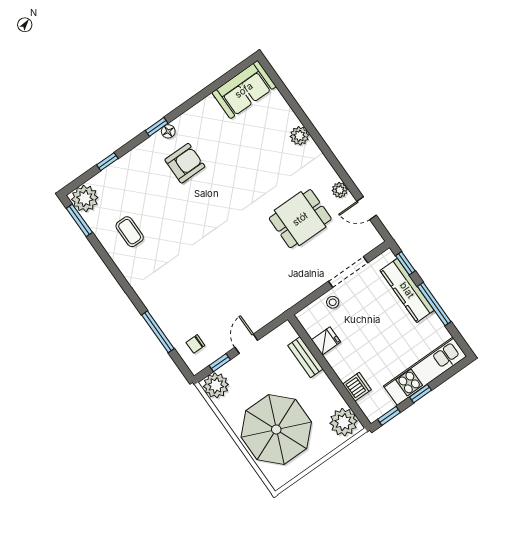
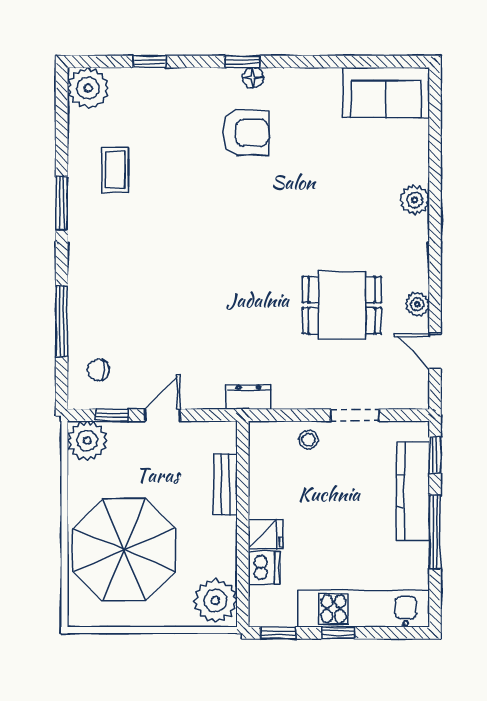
window: (79, 220) -> (62, 203), moved
doorway: (348, 272) -> (355, 415), width x0.73
dresser: (285, 302) -> (249, 397), added
fridge: (326, 341) -> (266, 534), moved

